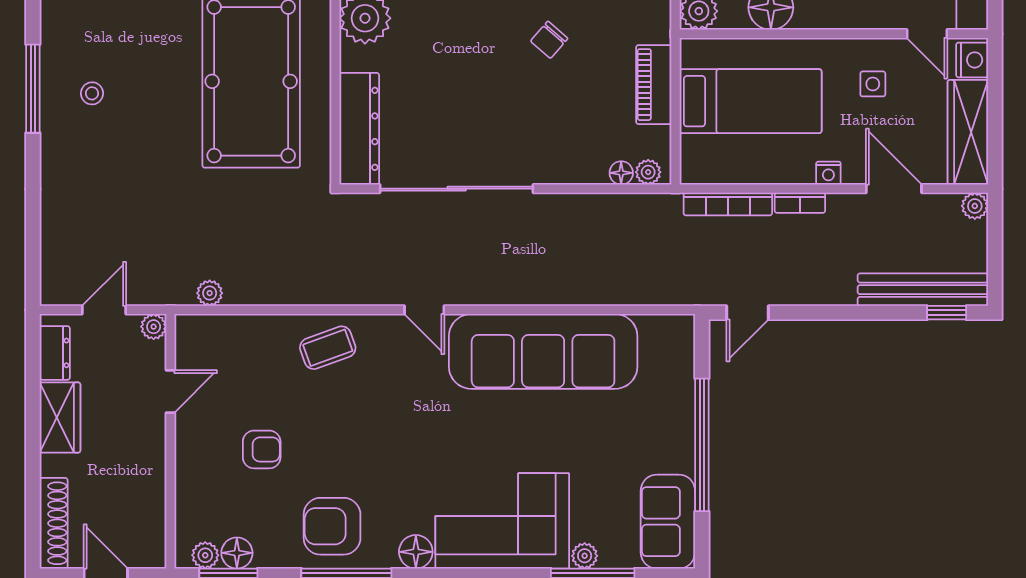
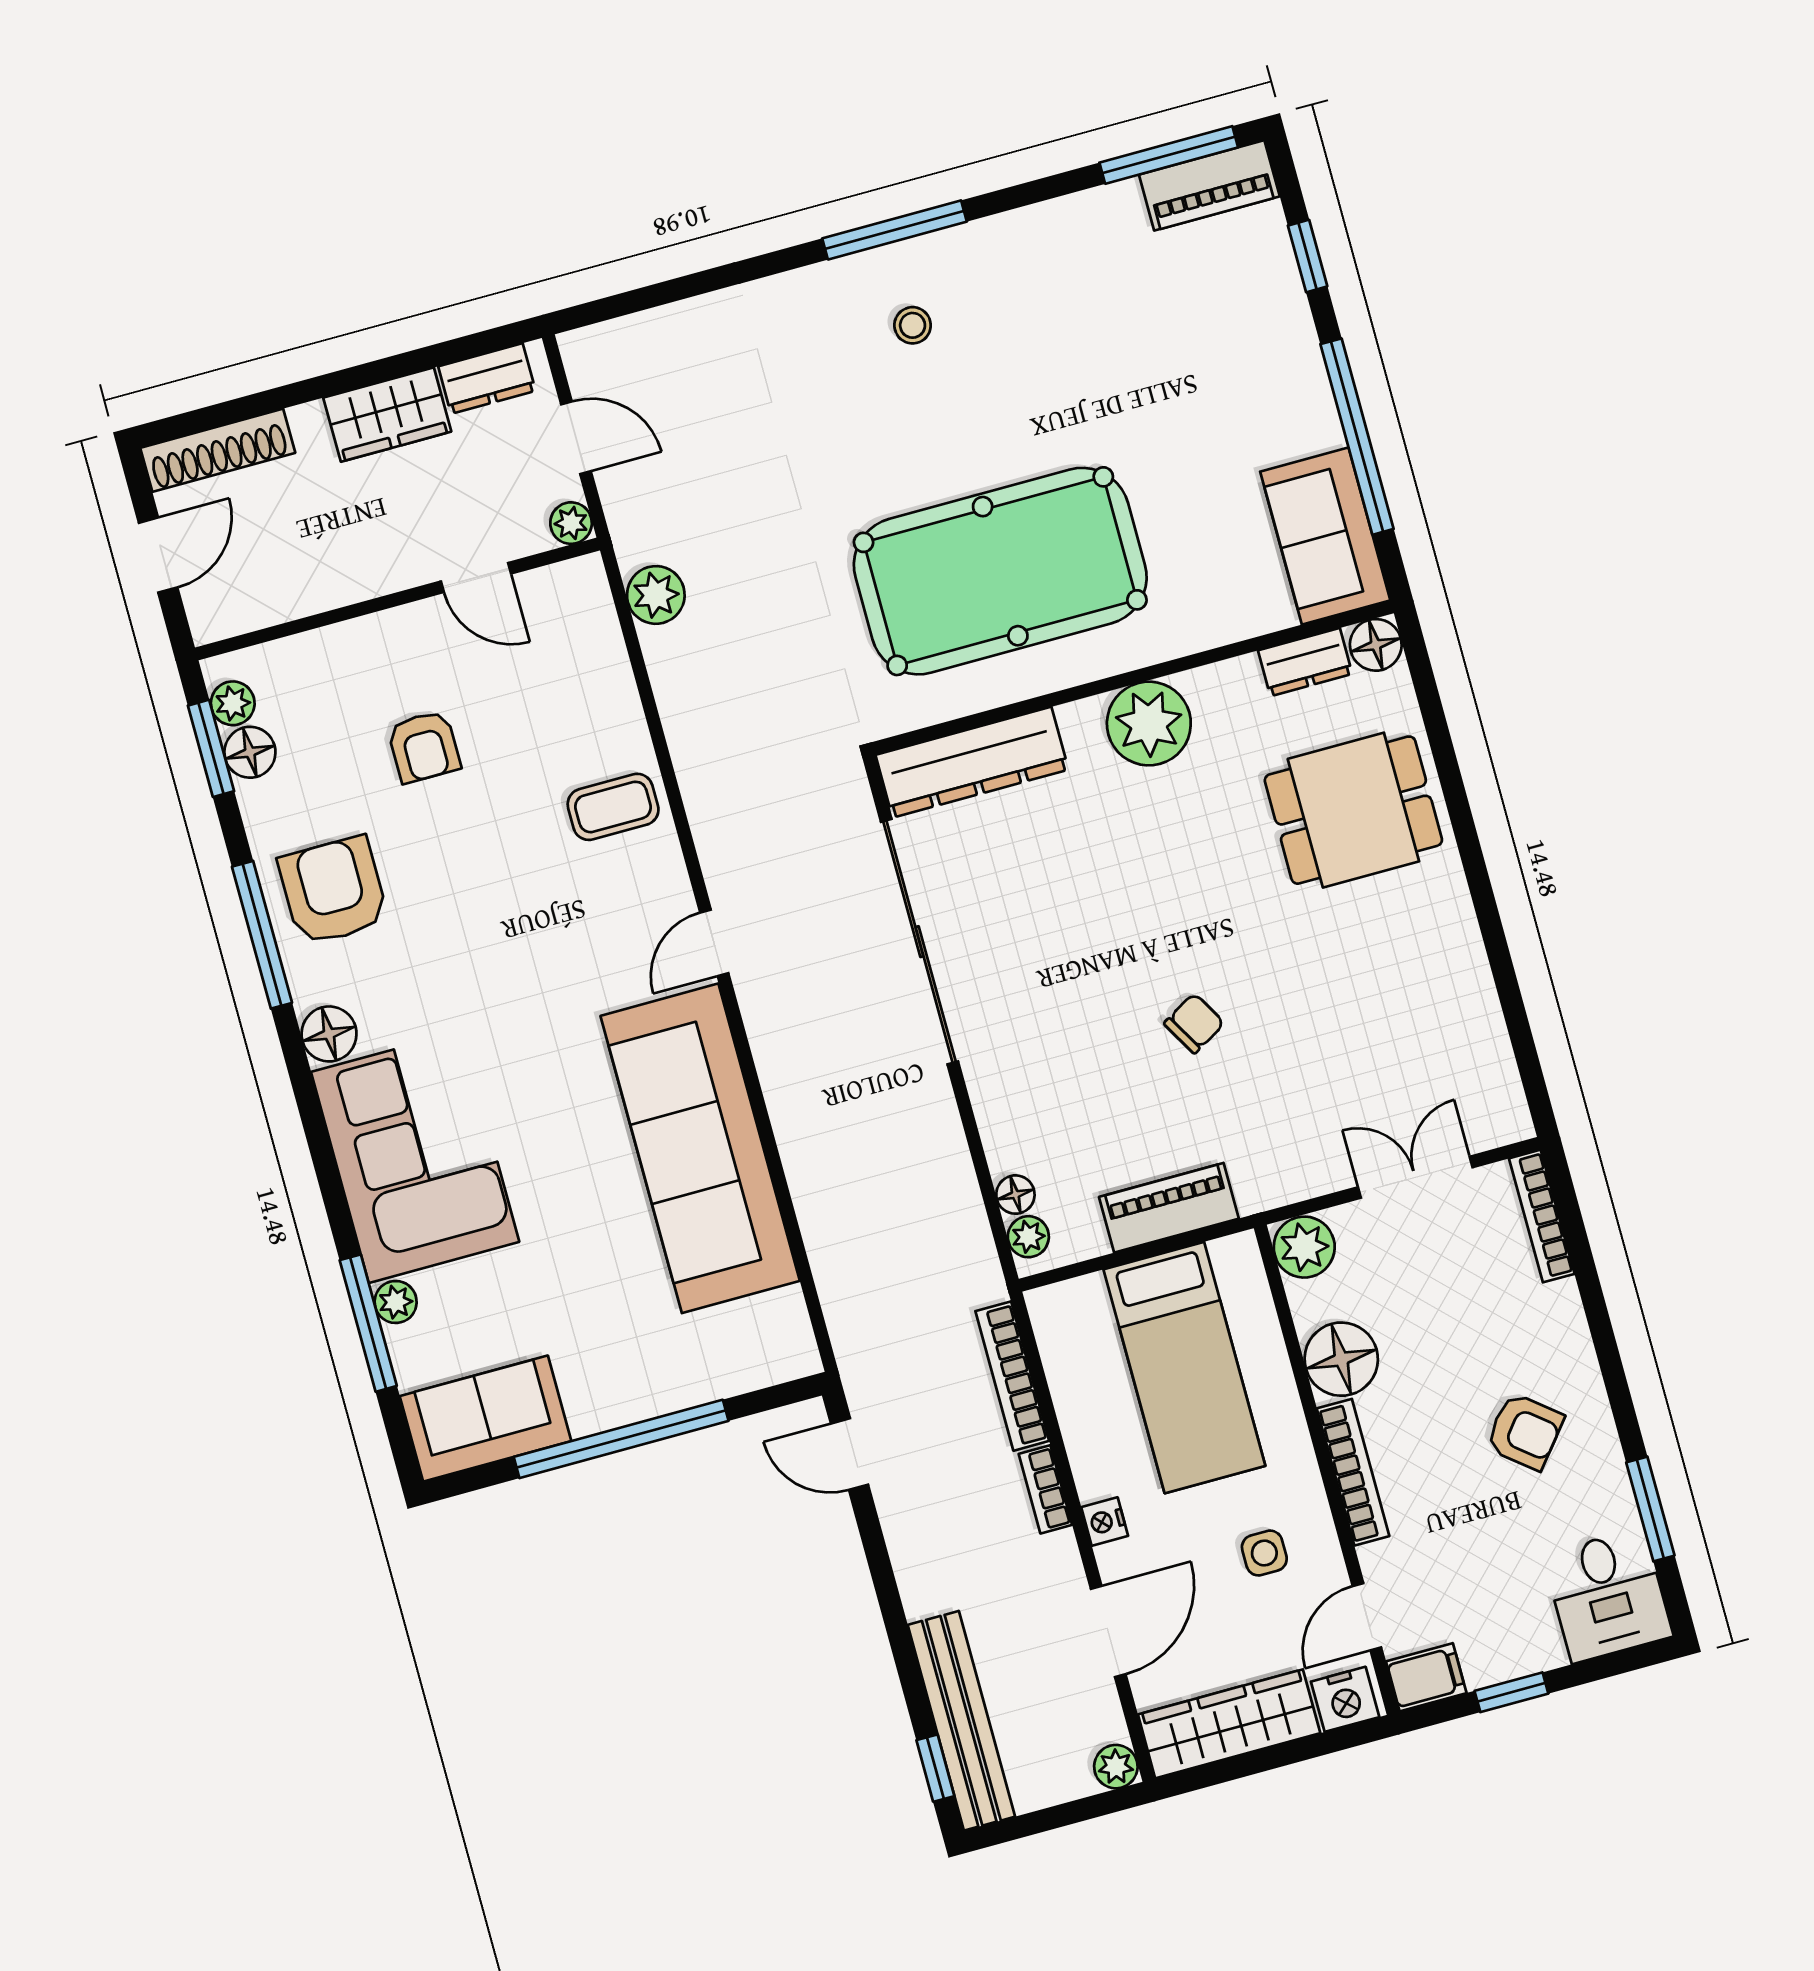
bookcase: (839, 19) -> (1353, 1472), added
chair: (549, 40) -> (1194, 1023), turned 109
plant: (210, 293) -> (656, 595), width x1.38, depth x1.38
coffee table: (328, 348) -> (613, 807), turned -70

